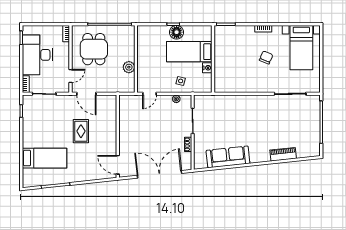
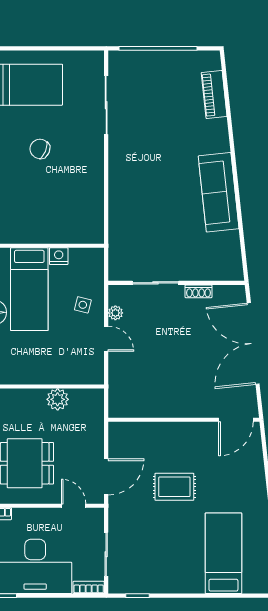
door: (150, 94) -> (106, 339), moved
piano: (283, 154) -> (214, 95), moved
sofa: (228, 157) -> (219, 192), moved

